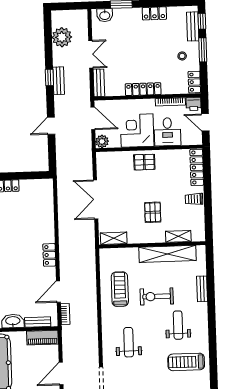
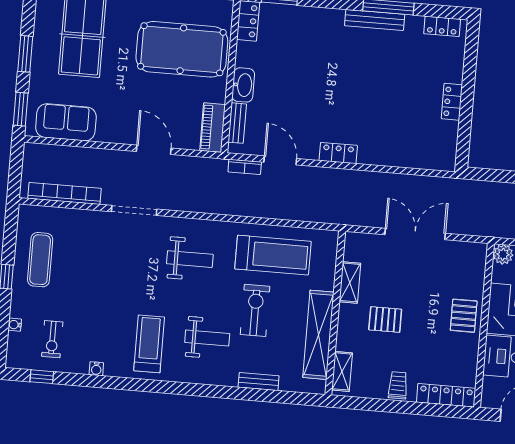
shelving: (178, 236) -> (342, 371), moved
shelving: (114, 238) -> (350, 282), moved
treadmill: (120, 289) -> (273, 255), width x1.37, depth x1.38

